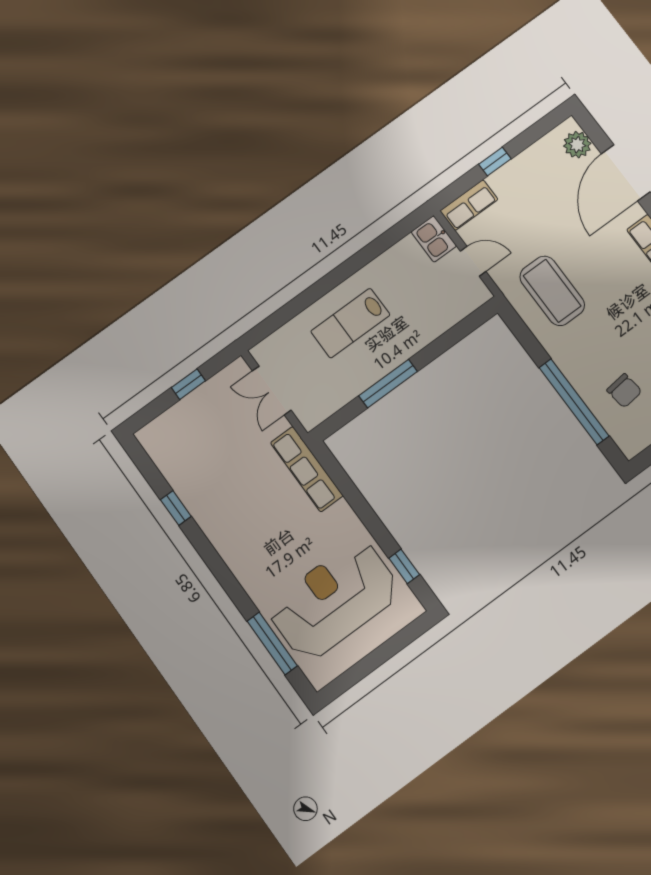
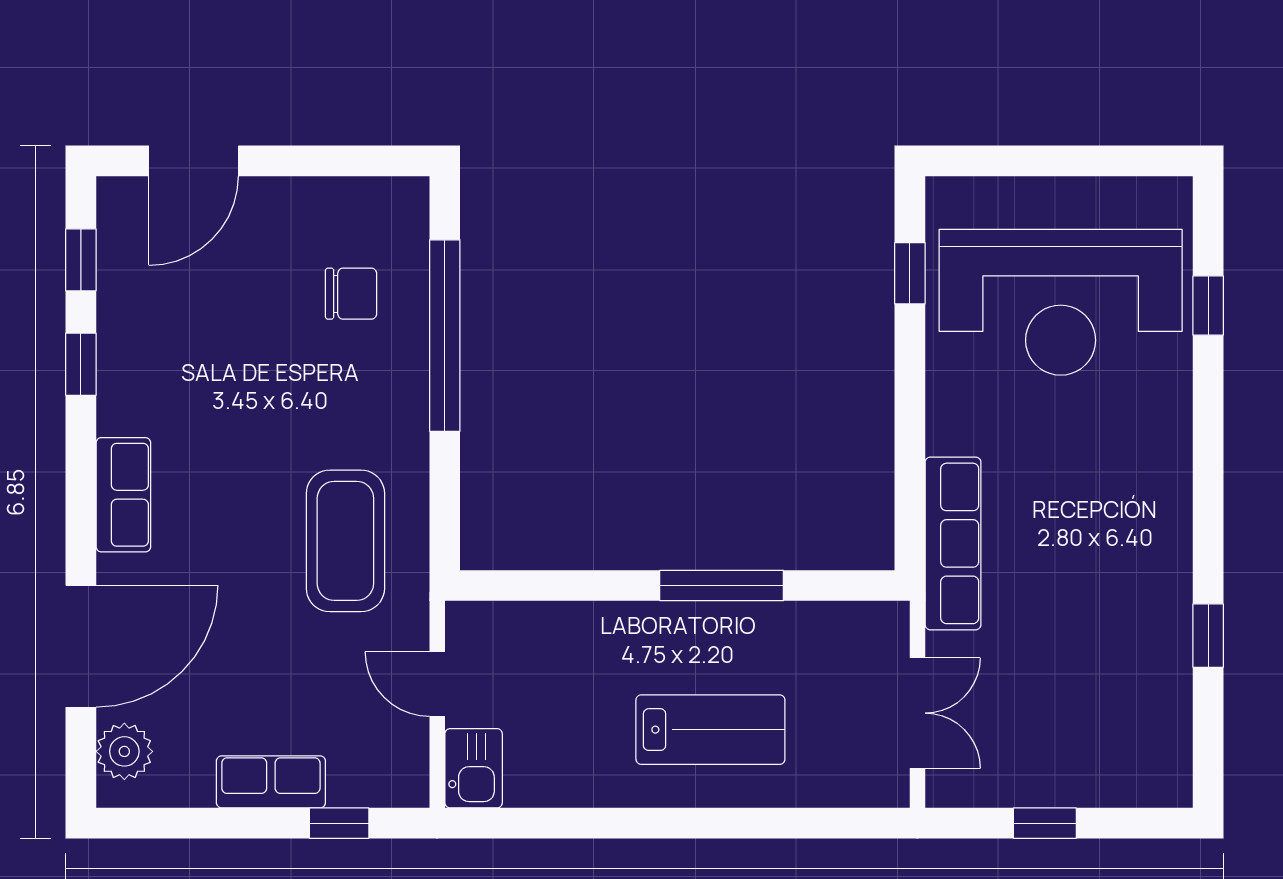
window: (495, 162) -> (339, 823), moved
row of seats: (469, 205) -> (271, 782), moved
chair: (624, 391) -> (351, 294), turned 97
window: (272, 643) -> (1208, 306), width x0.46

